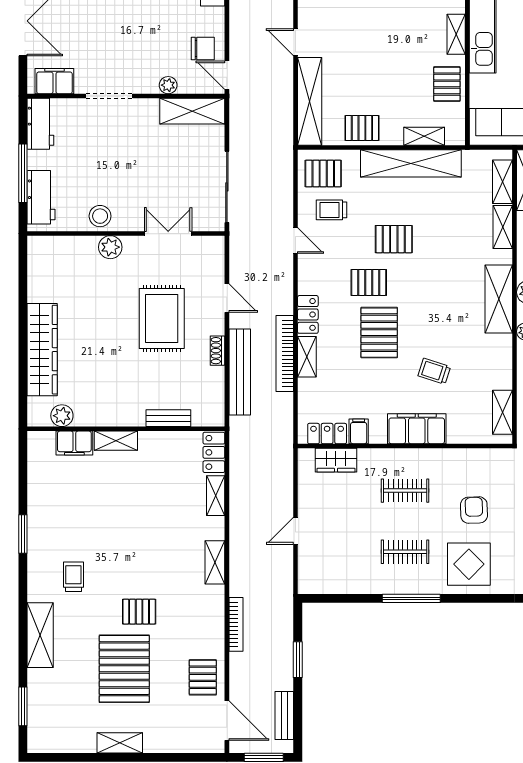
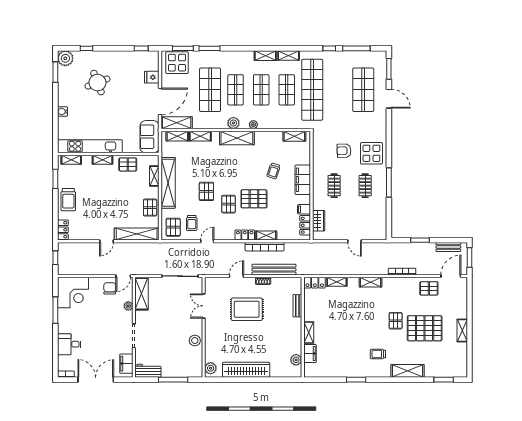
workbench: (41, 197) -> (185, 370), removed
plant: (110, 247) -> (211, 368), moved
wardrobe: (42, 350) -> (246, 370), moved

